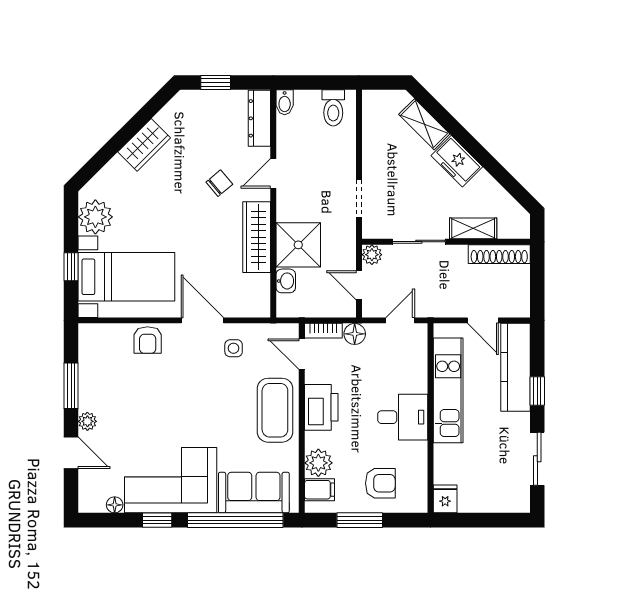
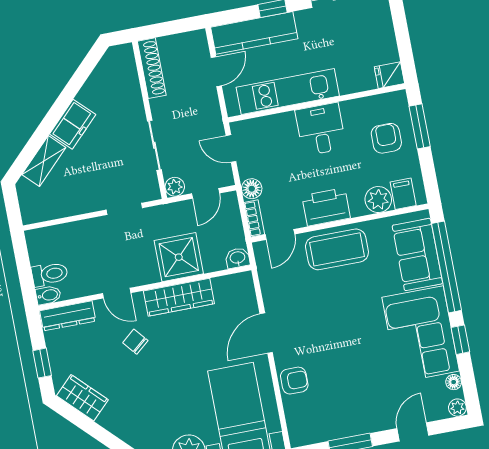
toilet: (333, 108) -> (50, 274), moved
wardrobe: (144, 145) -> (82, 398), moved
shelving: (473, 228) -> (132, 97), removed
washbasin: (286, 281) -> (238, 258), moved
side table: (234, 348) -> (287, 299), removed
plant: (87, 421) -> (457, 408), moved
window: (360, 520) -> (420, 126), moved

